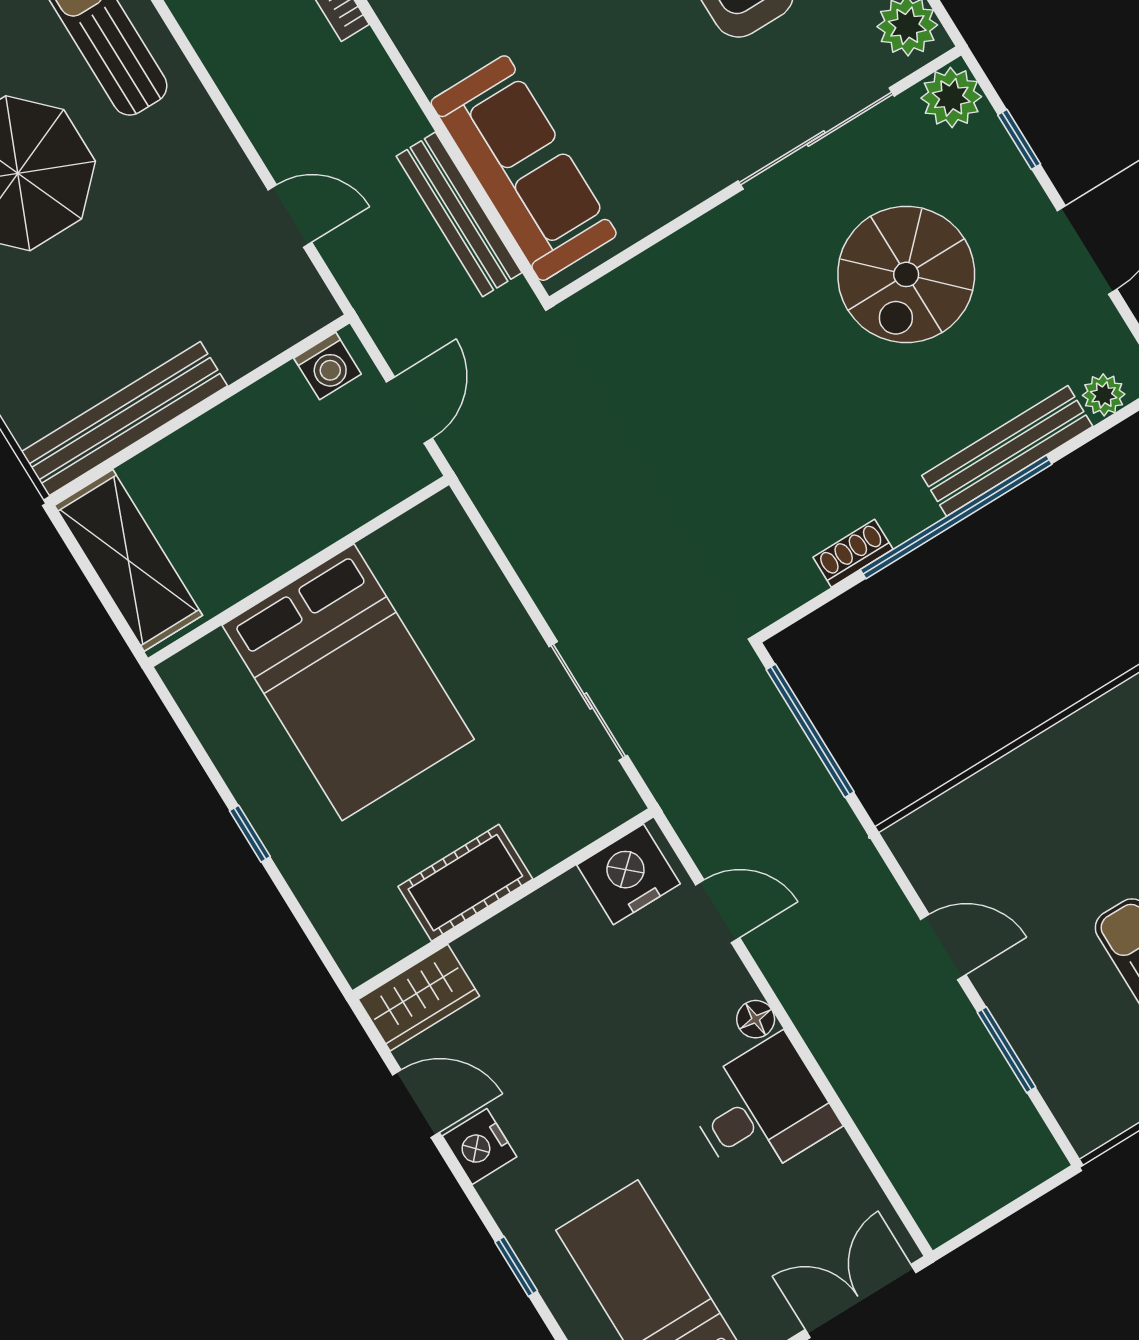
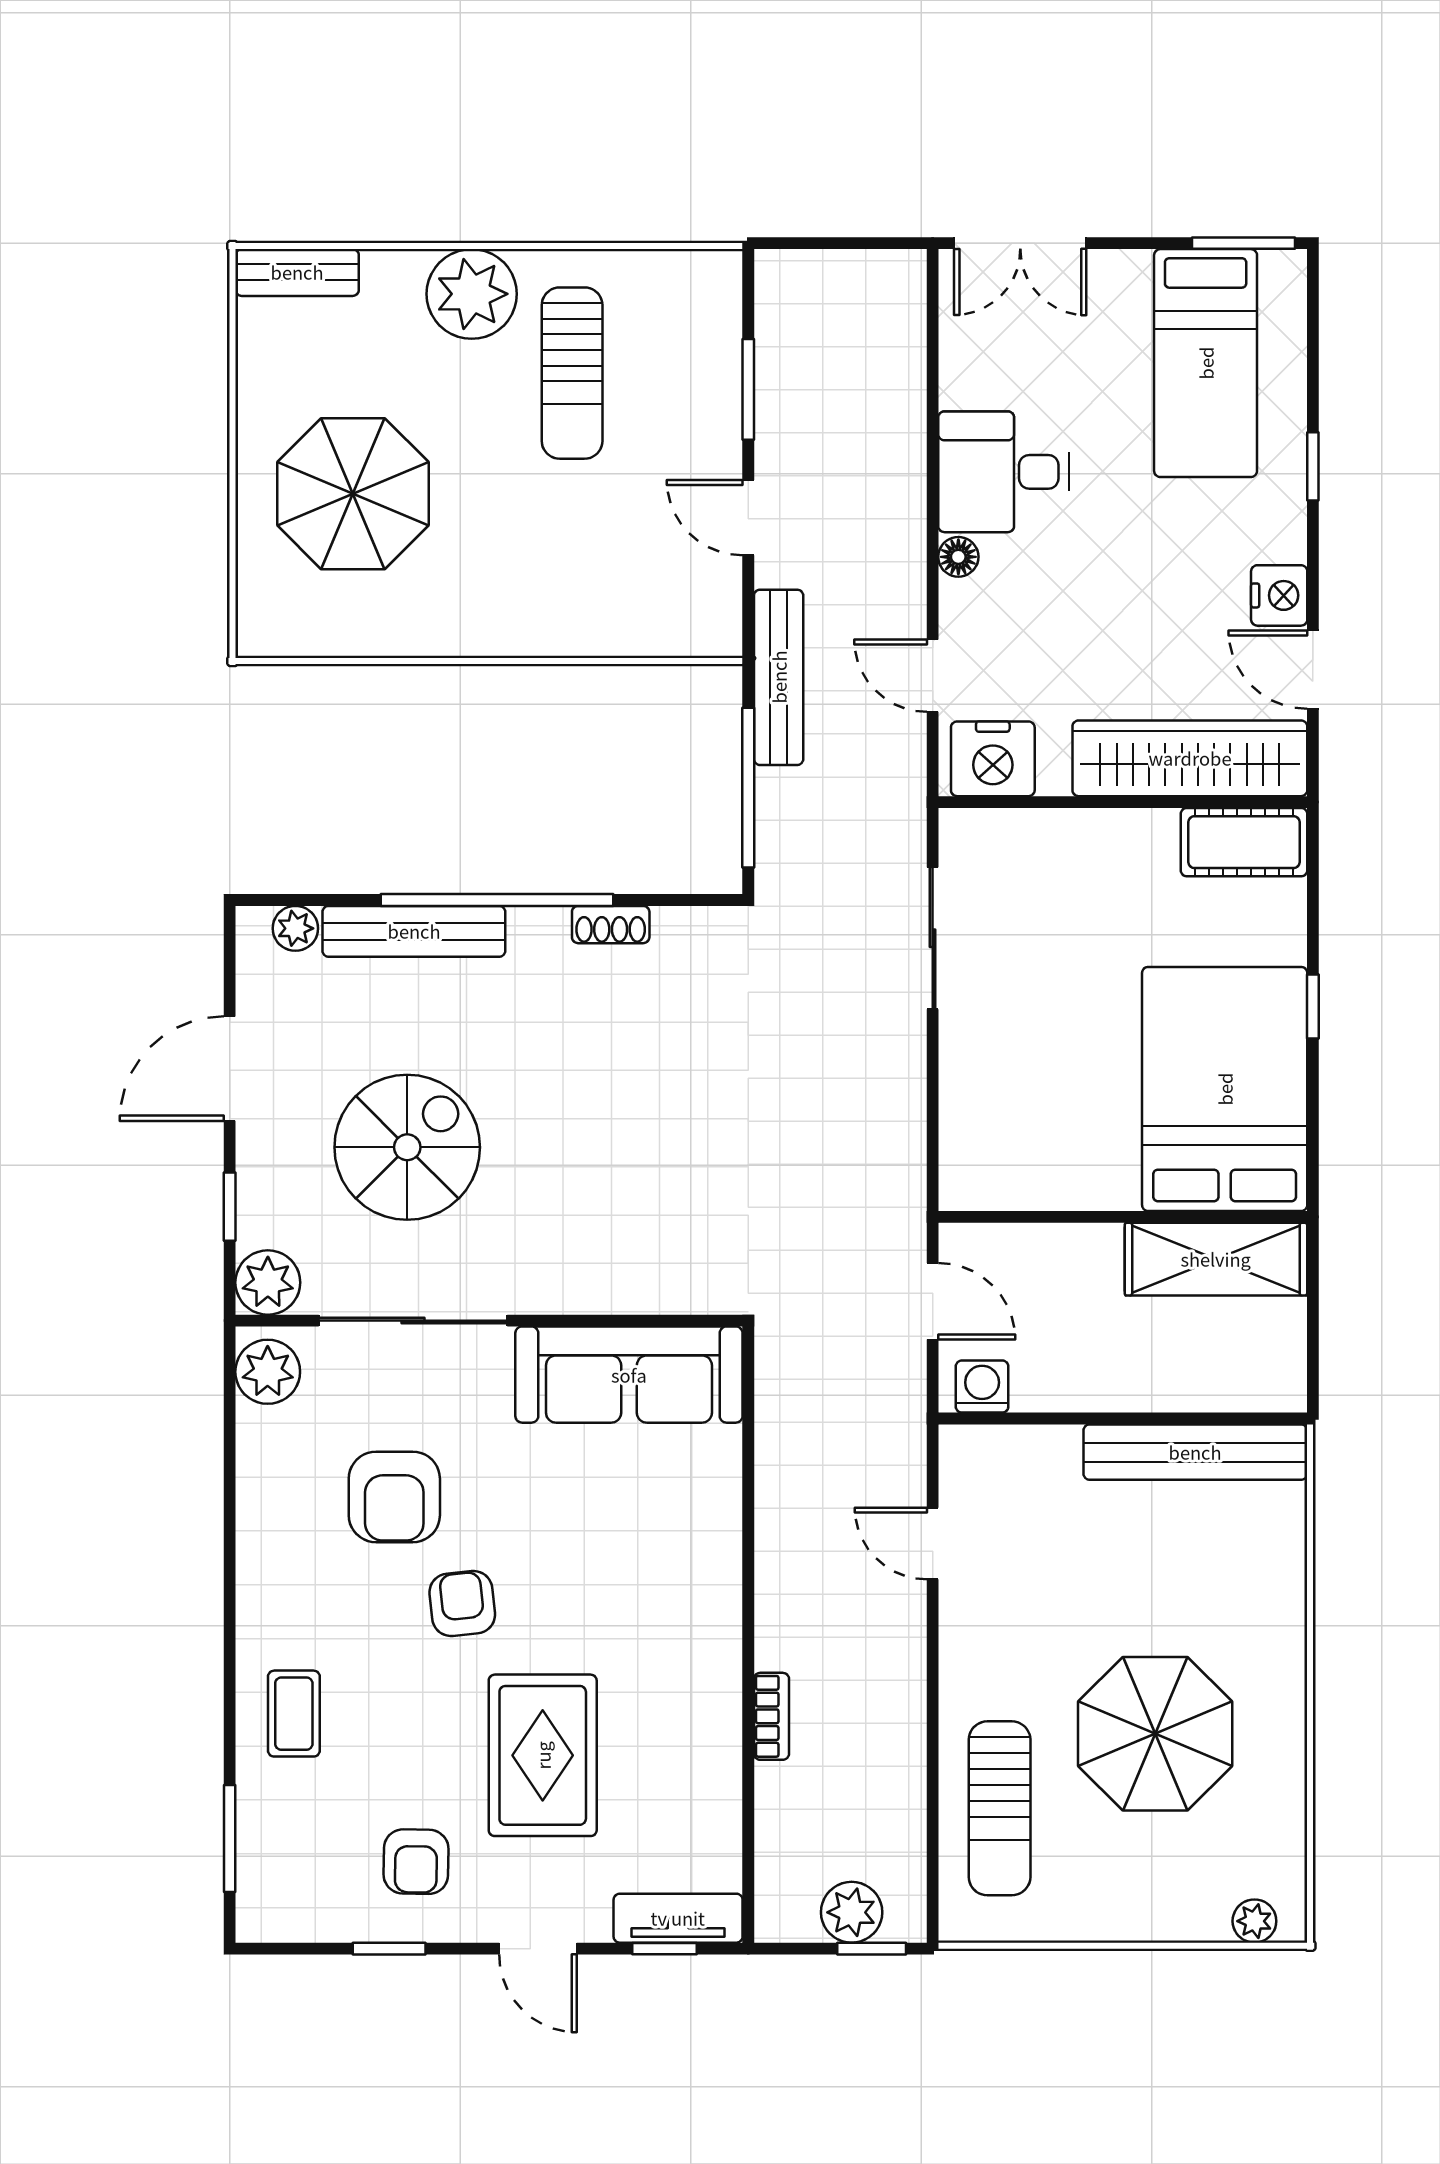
sofa: (524, 168) -> (629, 1375), moved, turned -90
bench: (459, 214) -> (779, 677), moved
door: (409, 410) -> (933, 1301), swing flipped
shelving: (128, 560) -> (1216, 1259), moved, turned 90
bed: (348, 682) -> (1225, 1089), moved
cot: (465, 883) -> (1244, 842), moved
wardrobe: (419, 998) -> (1190, 758), width x2.10, depth x1.17

